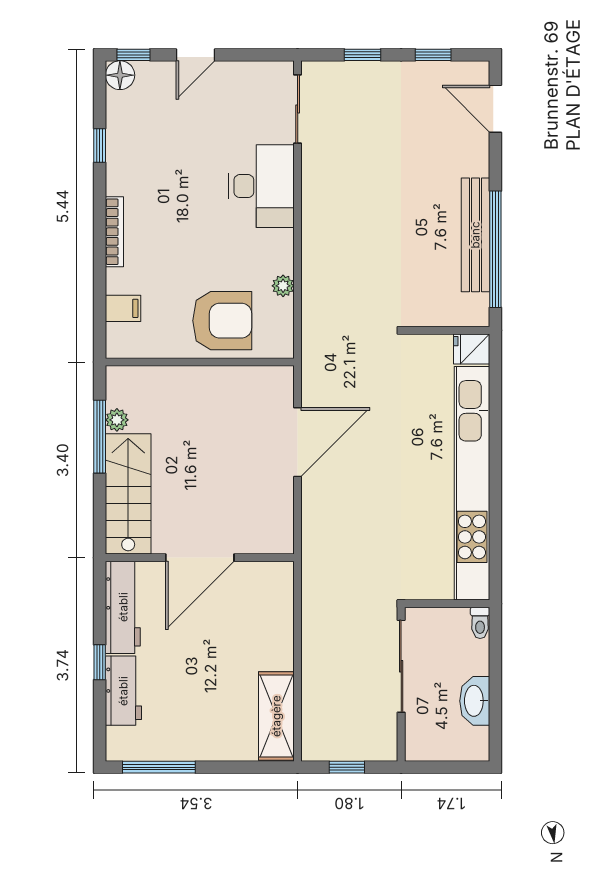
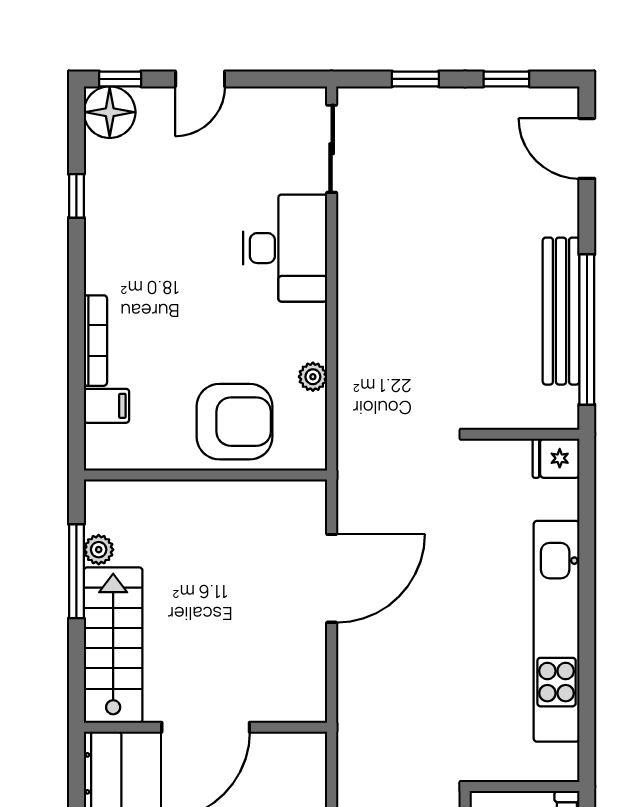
floor lamp: (120, 75) -> (110, 112), width x1.38, depth x1.38
bookcase: (114, 232) -> (95, 341), moved
kitchen unit: (472, 483) -> (557, 631), width x0.73

